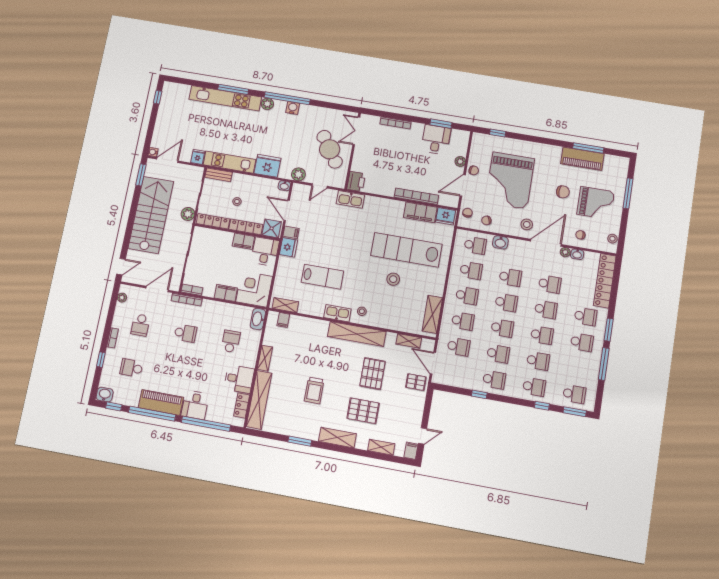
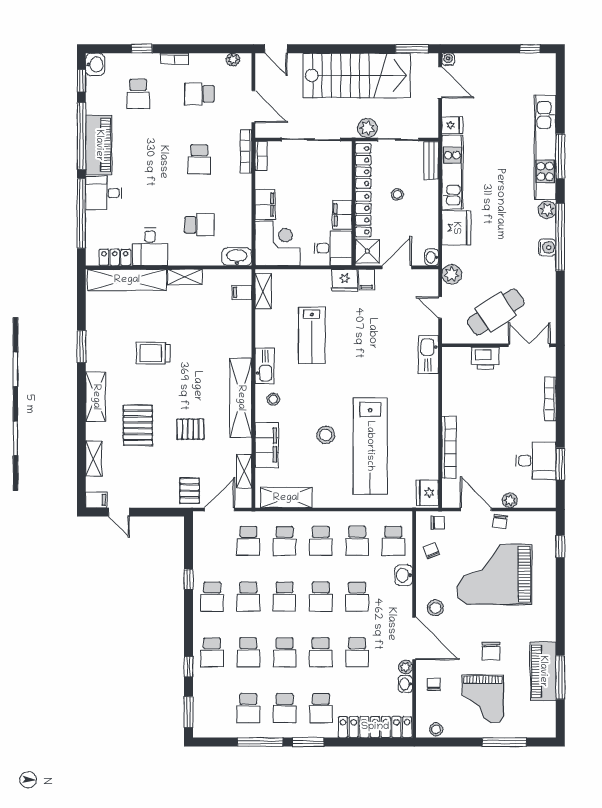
printer: (356, 182) -> (485, 358), moved
filing cabinet: (420, 212) -> (267, 445), moved, turned 180
lab bench: (406, 250) -> (370, 446), turned 180
school desk: (131, 368) -> (138, 94), turned 180
pallet: (372, 374) -> (190, 429), width x0.67, depth x0.71
school desk: (574, 394) -> (248, 708), moved

